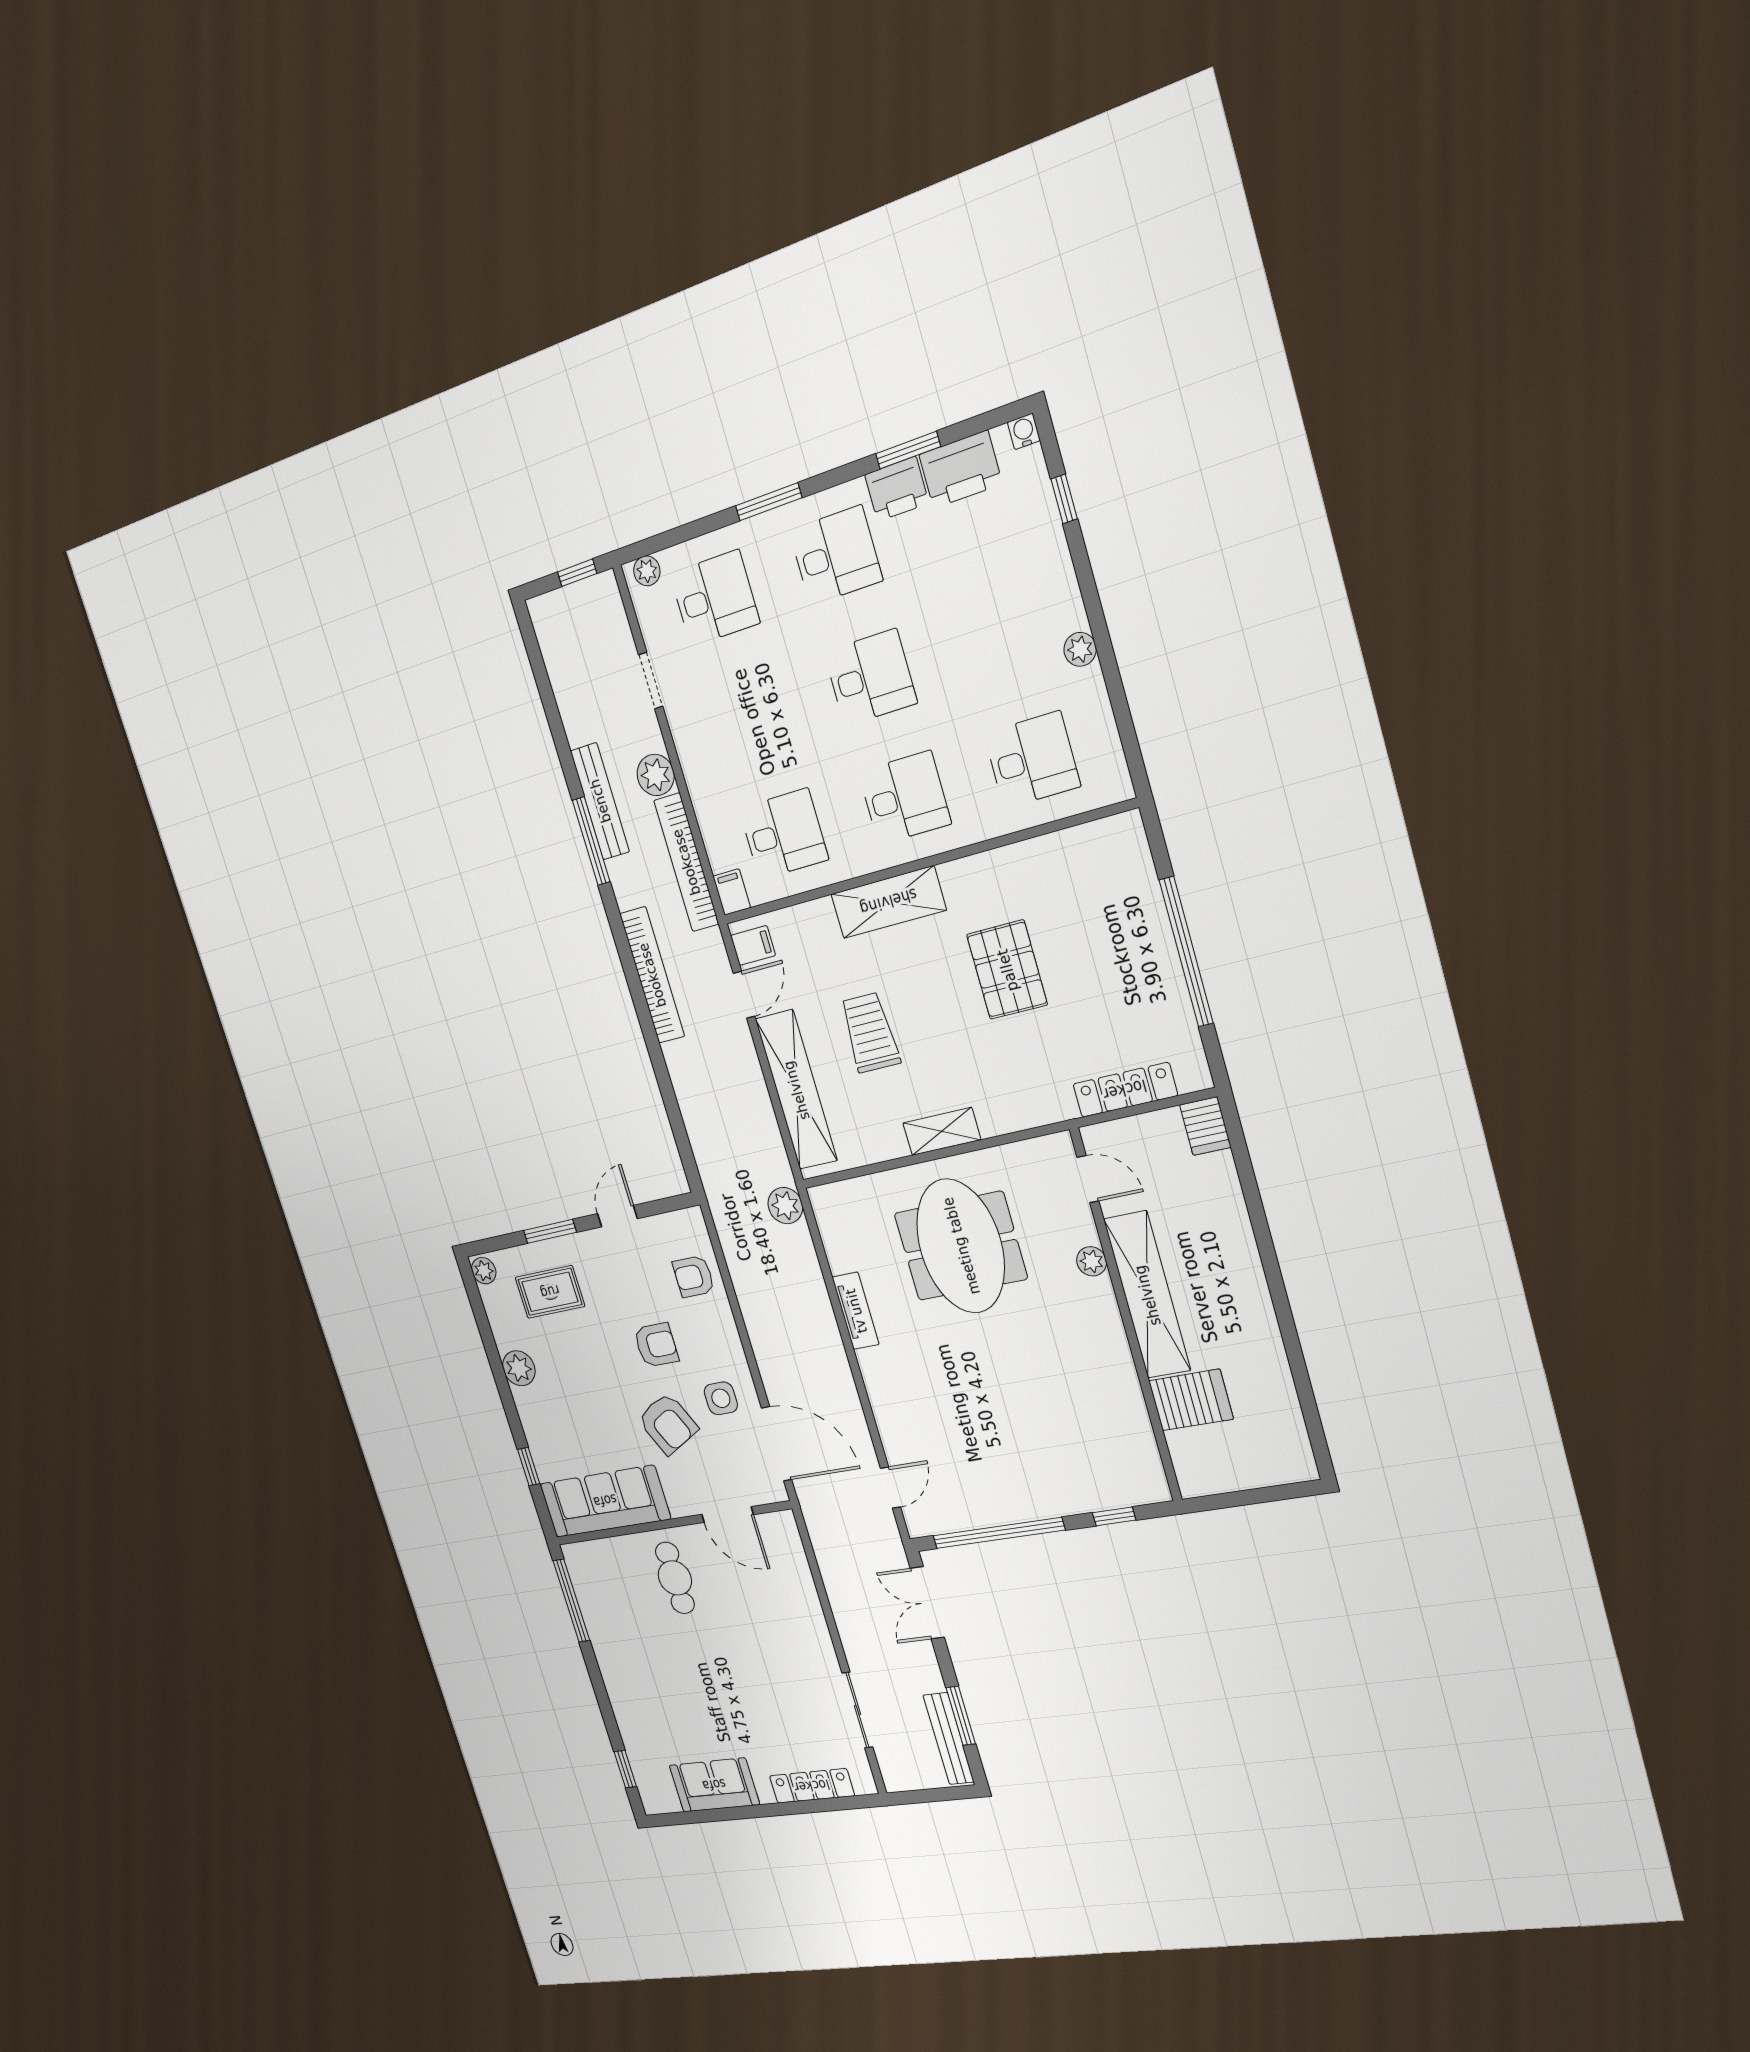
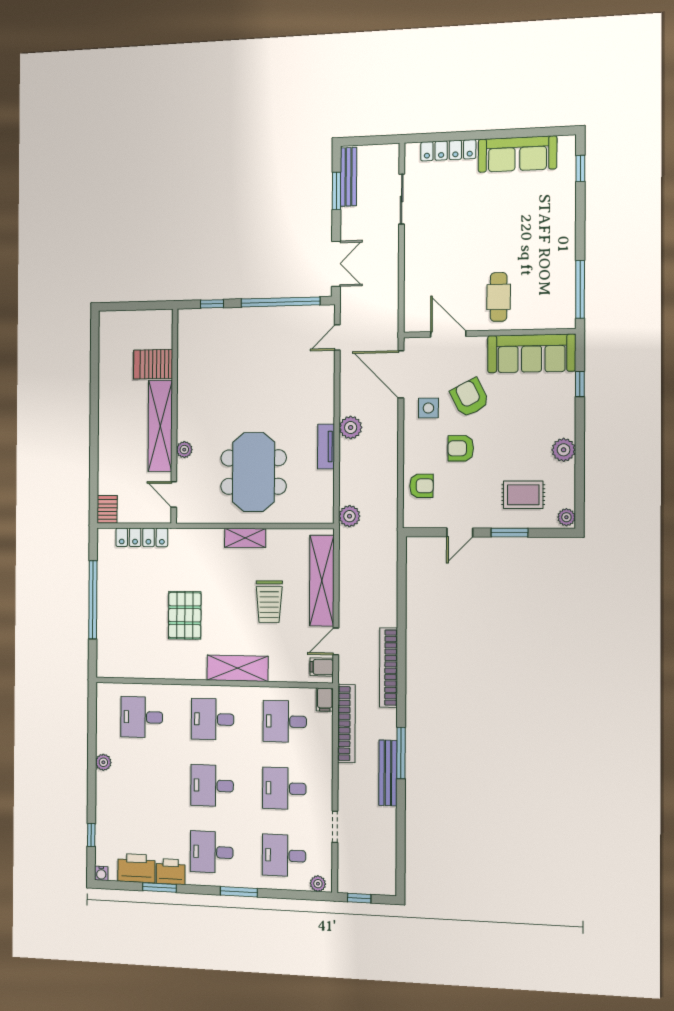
desk: (749, 717) -> (284, 788), added
plant: (656, 775) -> (351, 428), moved
sofa: (714, 1785) -> (517, 154), width x1.36

